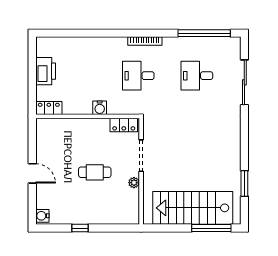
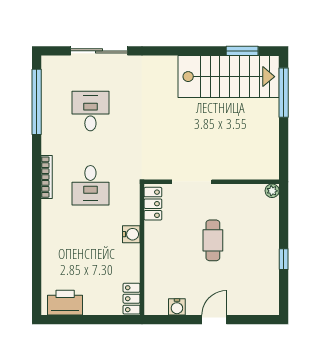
printer: (46, 71) -> (65, 303), moved
desk: (197, 76) -> (90, 111), turned 180
plant: (134, 183) -> (272, 191), moved
window: (244, 184) -> (242, 51), moved
stairs: (193, 208) -> (229, 77), moved, turned -90
water cooler: (42, 216) -> (177, 307), moved

